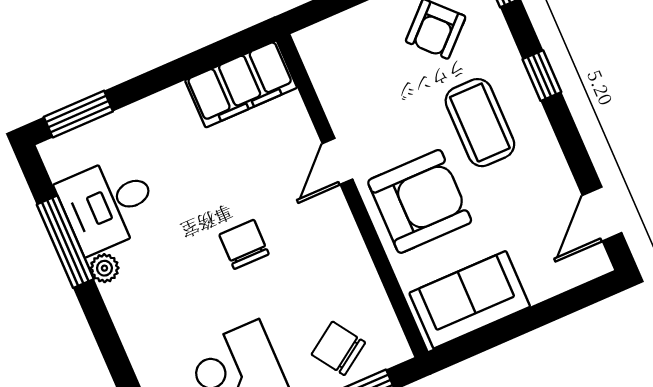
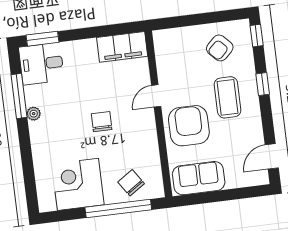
armchair: (420, 201) -> (189, 126), turned -90
desk: (108, 204) -> (41, 64), moved

